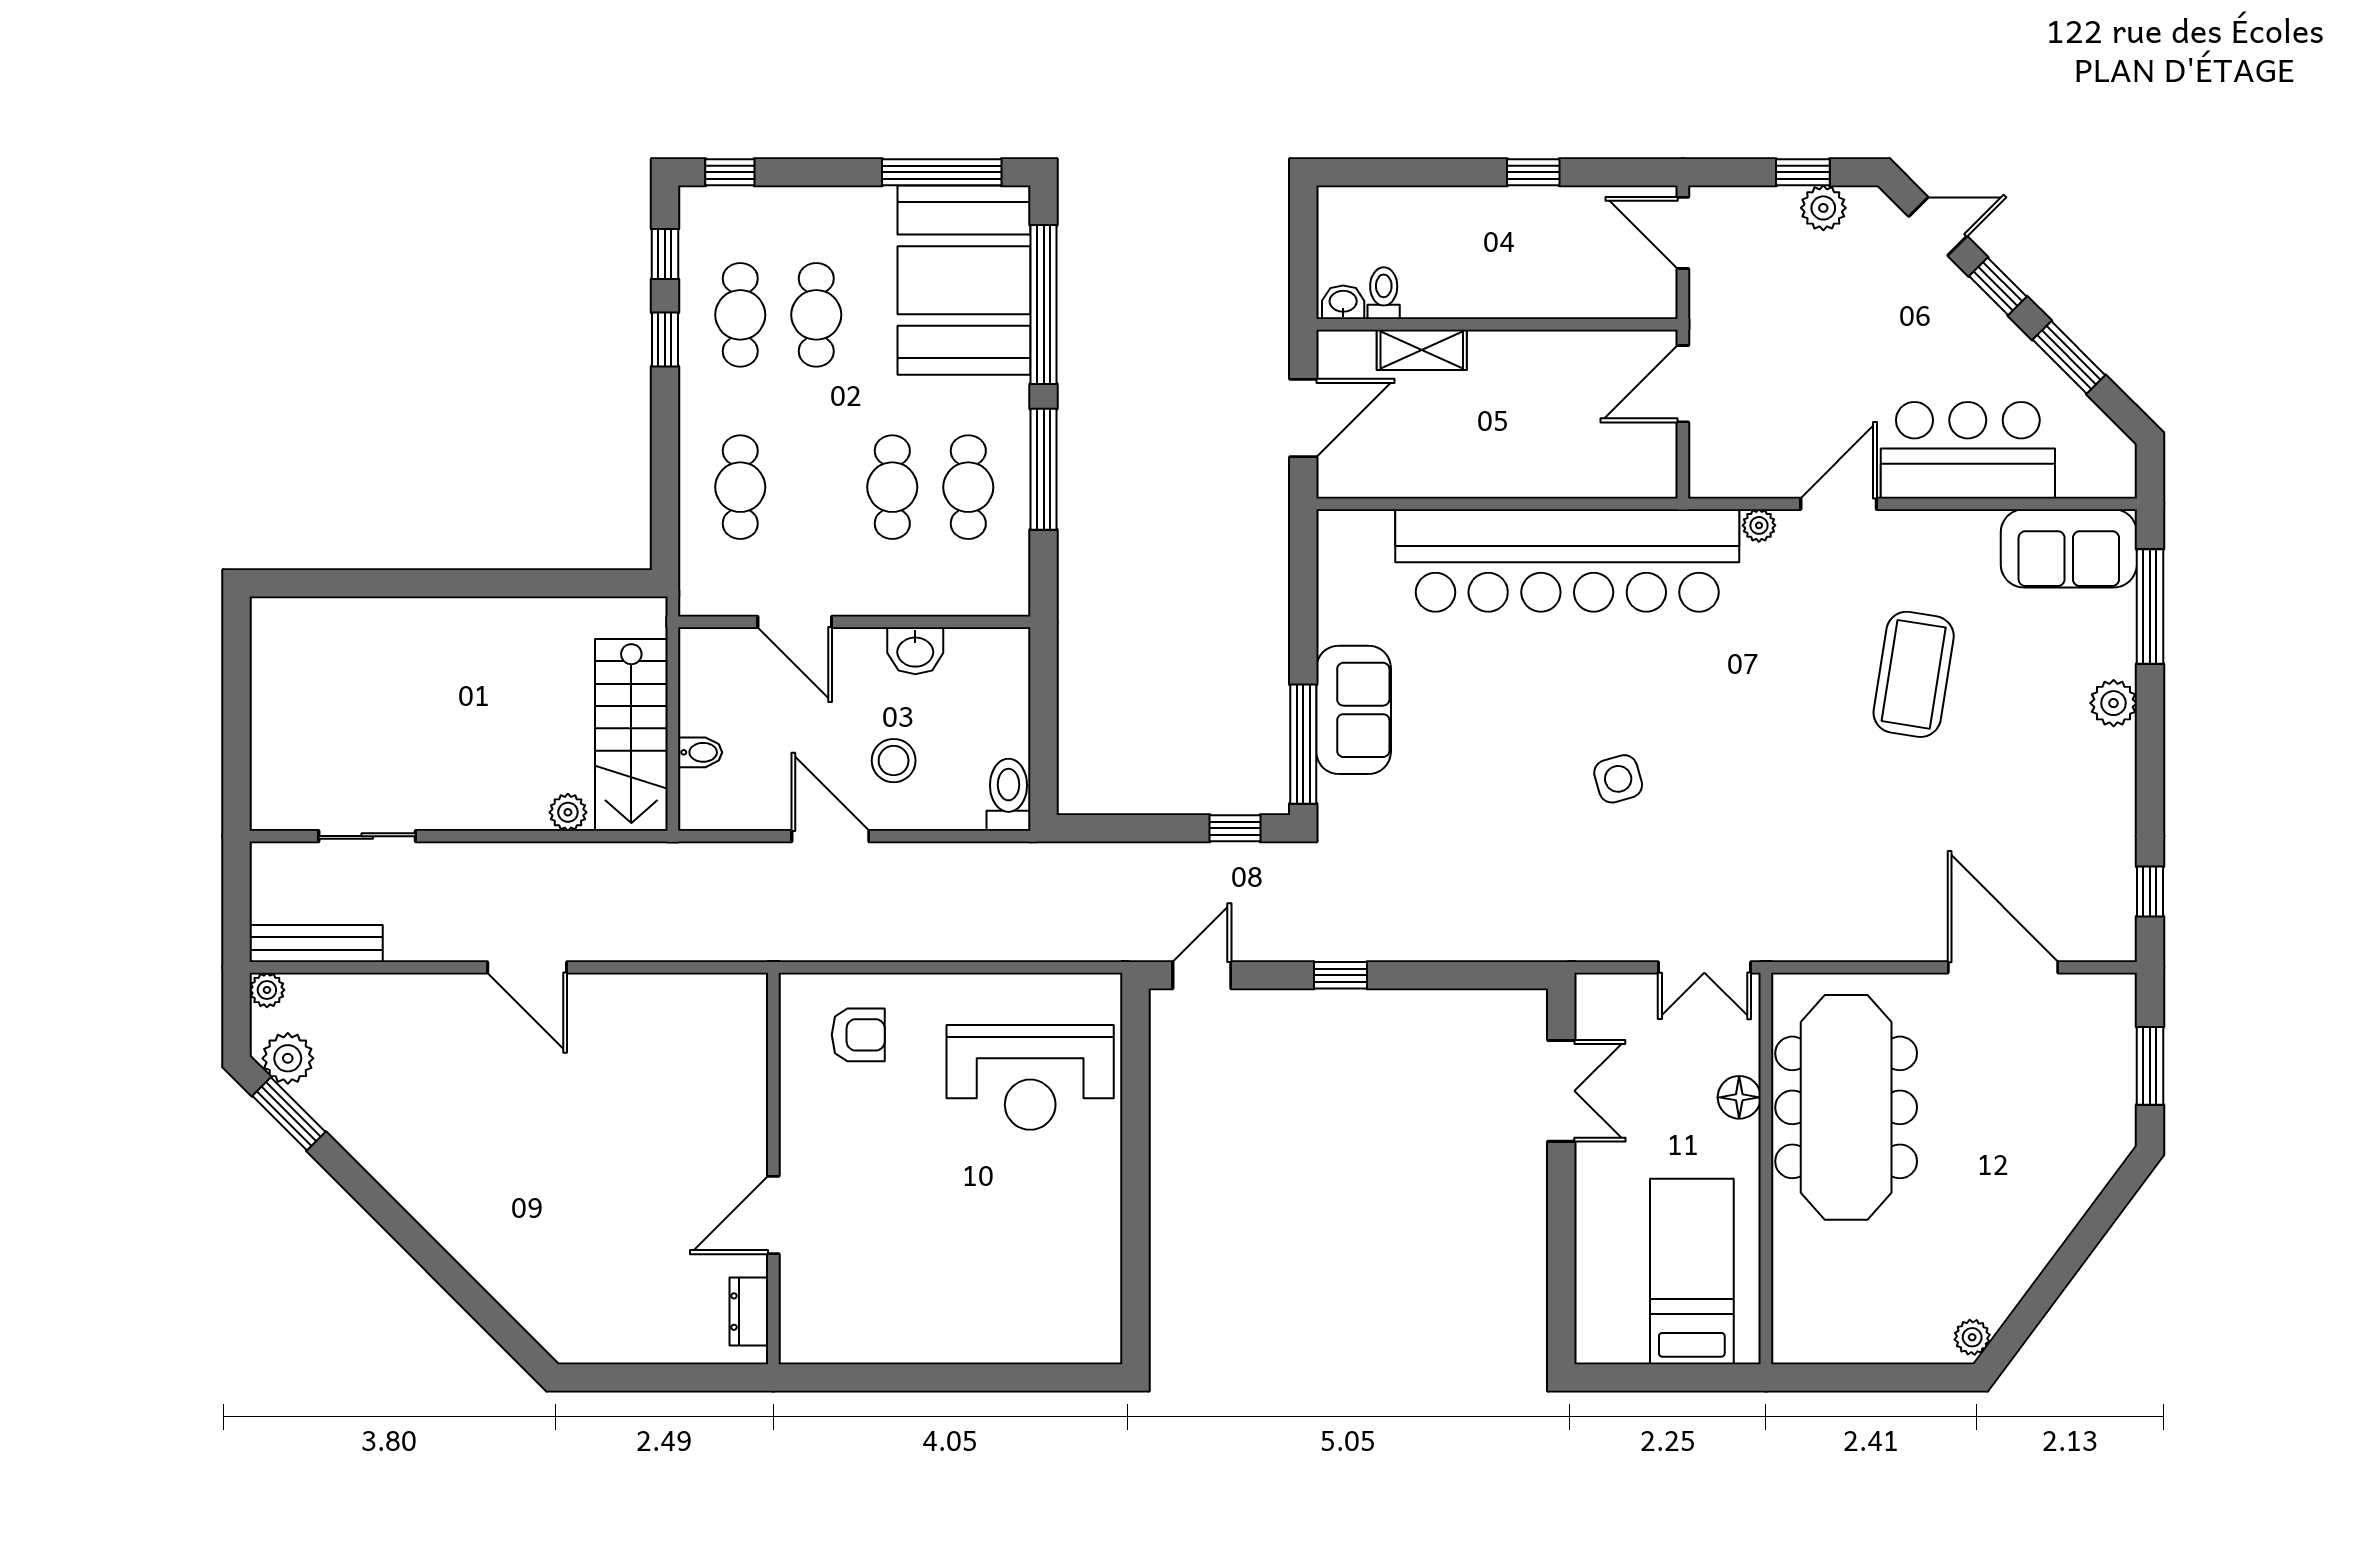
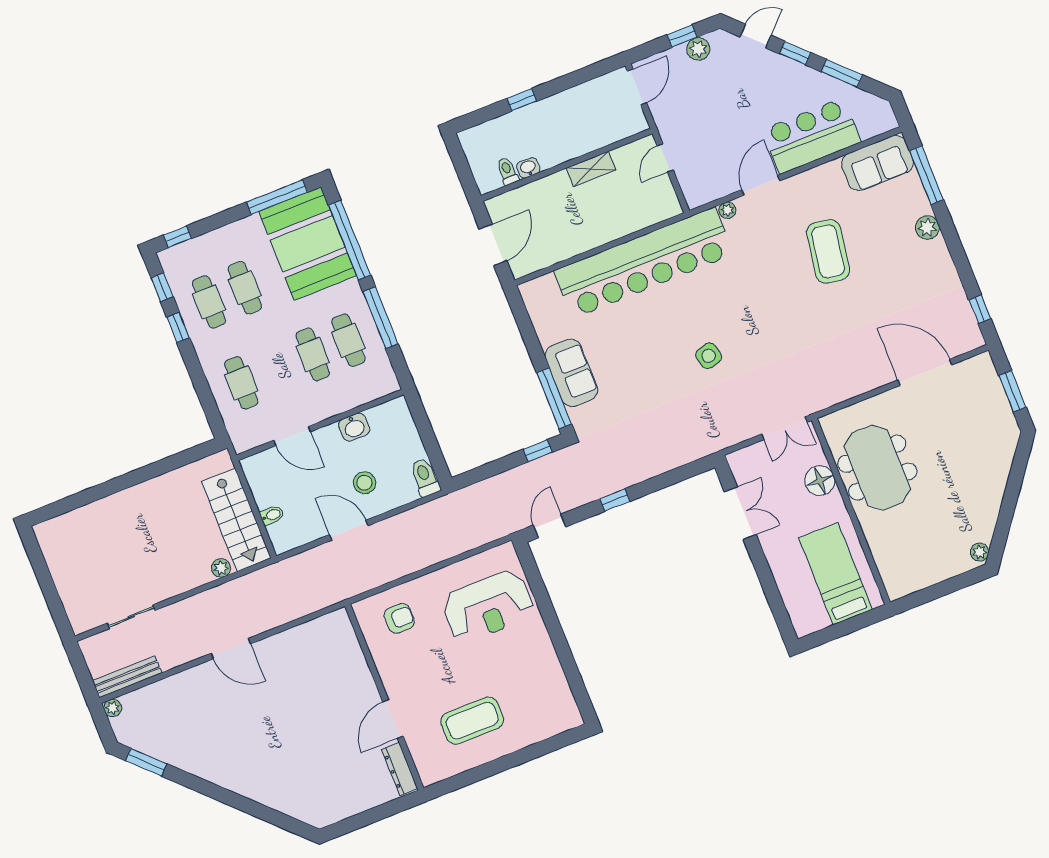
window: (1533, 172) -> (522, 100), moved
door: (1683, 233) -> (637, 87), swing flipped
washbasin: (1343, 302) -> (528, 168), moved
shelving: (1422, 350) -> (591, 169), moved
door: (1683, 384) -> (665, 158), width x0.73
plant: (288, 1058) -> (135, 736), removed
floor lamp: (1739, 1097) -> (820, 481), width x1.38, depth x1.38
meeting table: (1846, 1107) -> (877, 468), width x0.73
coffee table: (917, 1276) -> (472, 721), added
dresser: (749, 1312) -> (400, 769), width x1.44

